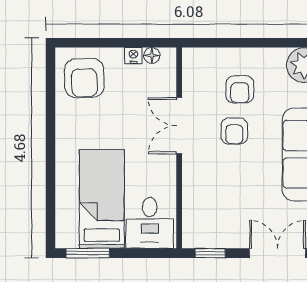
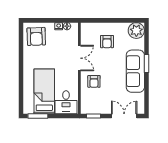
double door: (179, 126) -> (79, 58), swing flipped
armchair: (234, 131) -> (94, 81), moved

